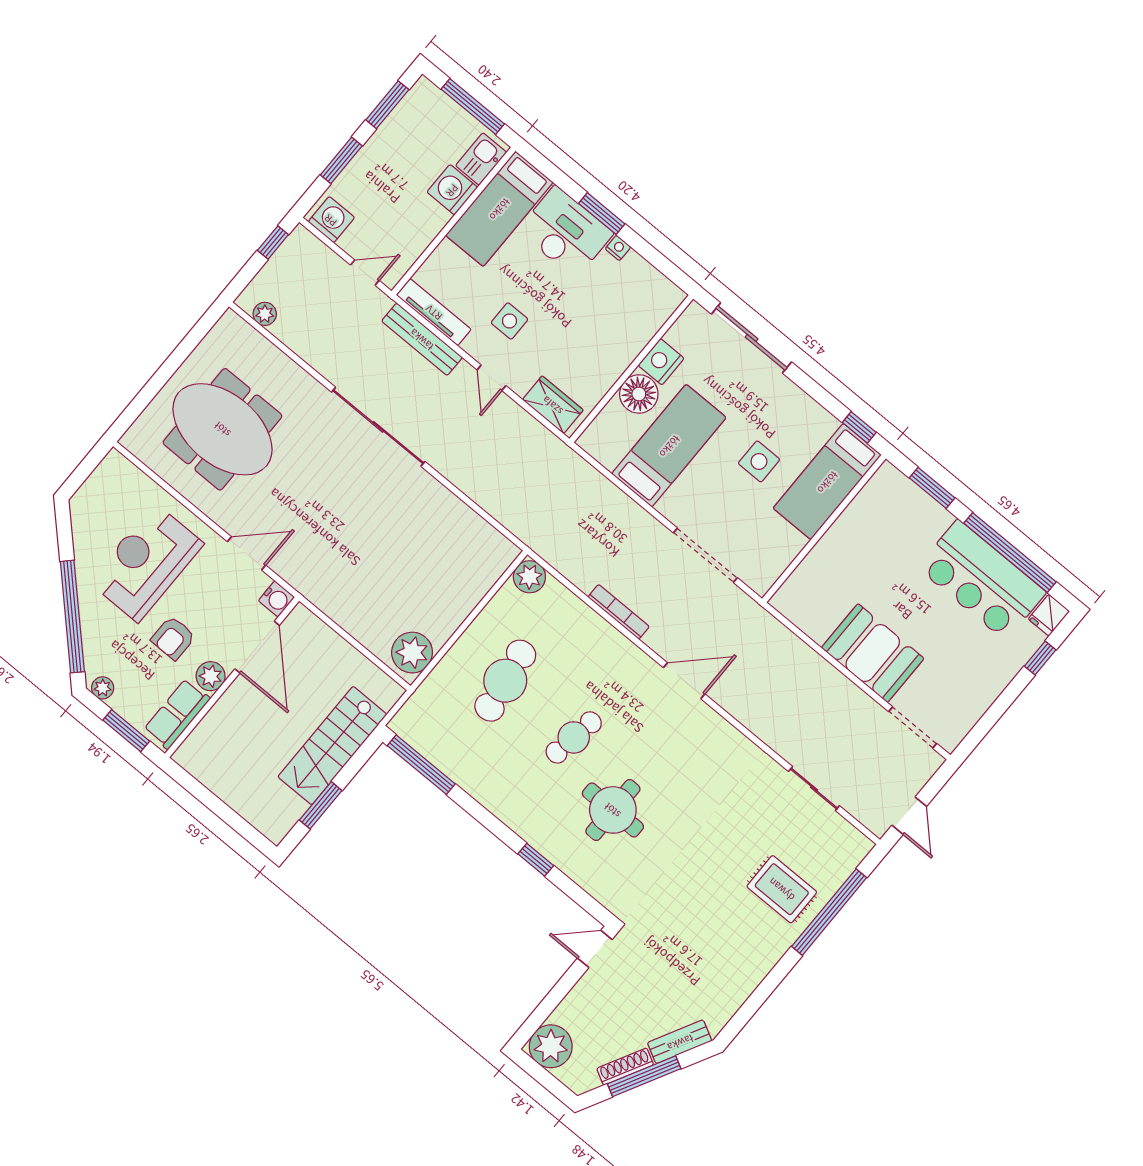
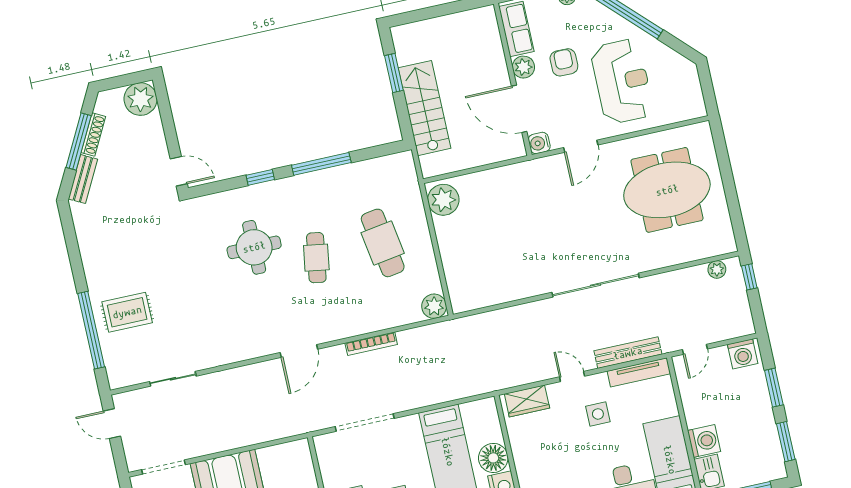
window: (273, 243) -> (749, 277), moved
window: (421, 765) -> (321, 164), moved
door: (595, 949) -> (179, 171), hinge flipped

